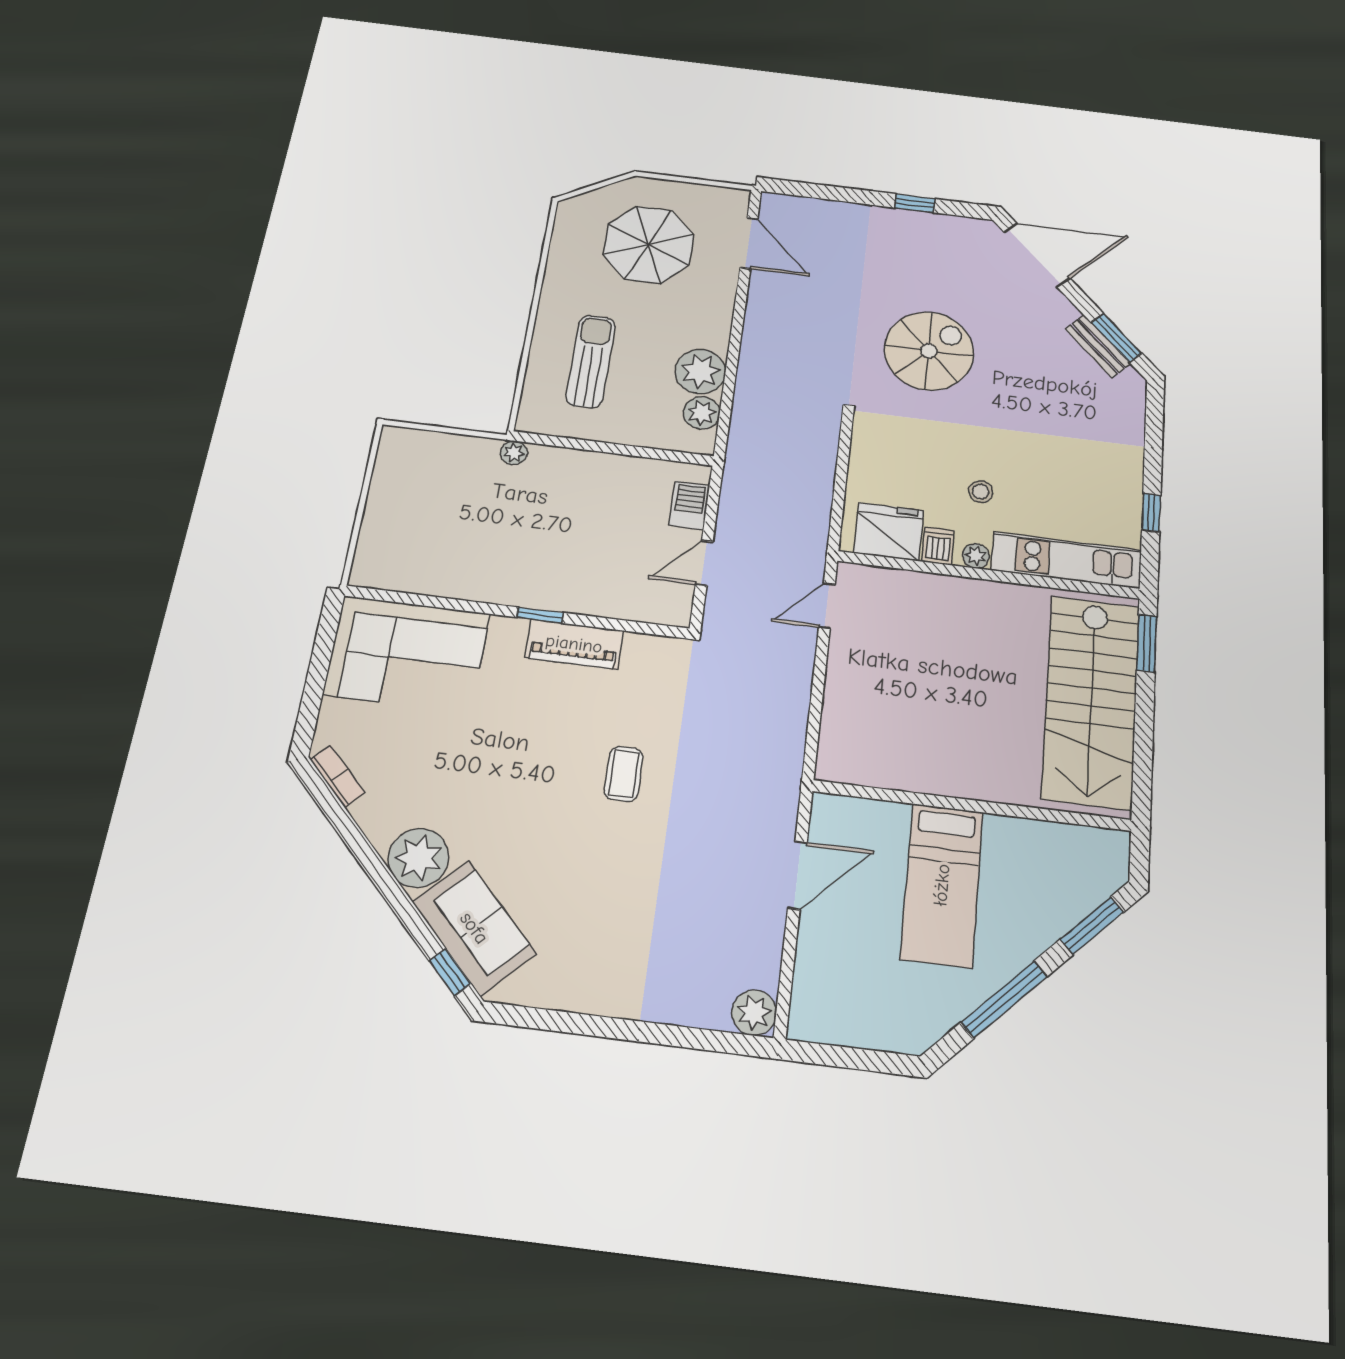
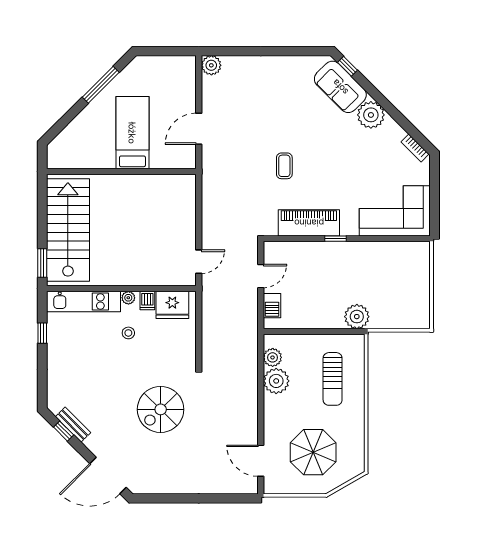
window: (915, 203) -> (175, 498), removed
window: (1116, 338) -> (64, 431), width x0.67
plant: (514, 453) -> (357, 317), width x1.87, depth x1.87
piano: (574, 644) -> (309, 223), width x1.37, depth x1.33
window: (1092, 926) -> (63, 123), removed

